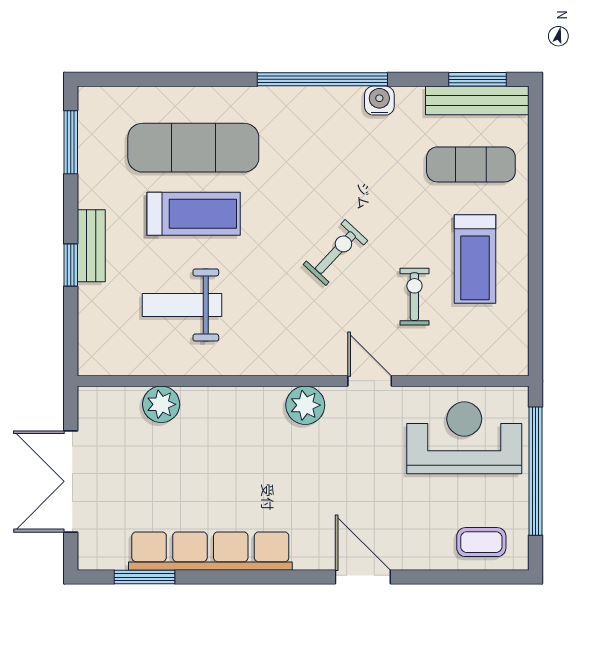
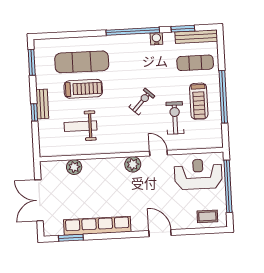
window: (478, 79) -> (183, 29), moved
window: (536, 251) -> (223, 97), added
exercise bike: (414, 297) -> (175, 118), width x1.38, depth x1.39

